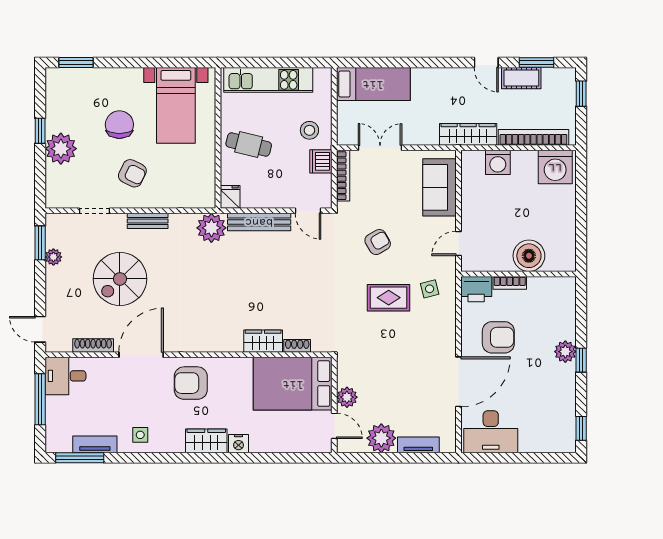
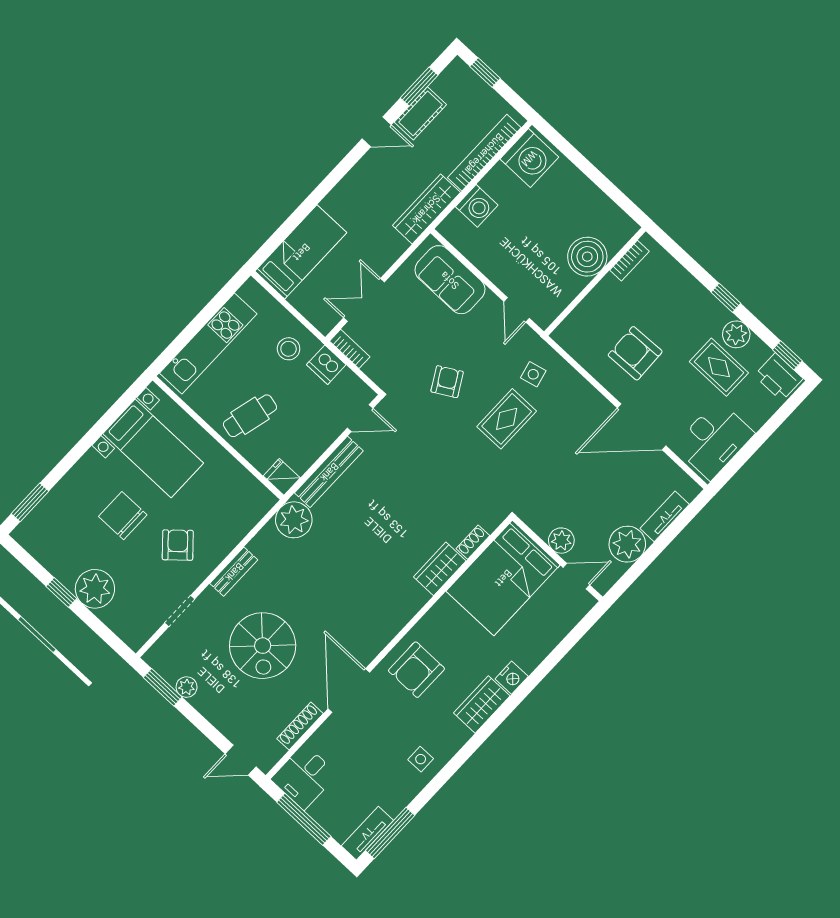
armchair: (132, 173) -> (178, 545), turned -68
bookcase: (343, 176) -> (350, 349), width x0.64
bookcase: (510, 283) -> (629, 261), moved
printer: (476, 289) -> (779, 377), moved, turned 90
armchair: (498, 337) -> (635, 353), turned -92
plant: (565, 352) -> (736, 334), moved
door: (458, 382) -> (642, 427), swing flipped
rug: (536, 395) -> (719, 367), added
tv unit: (95, 444) -> (367, 833), moved

